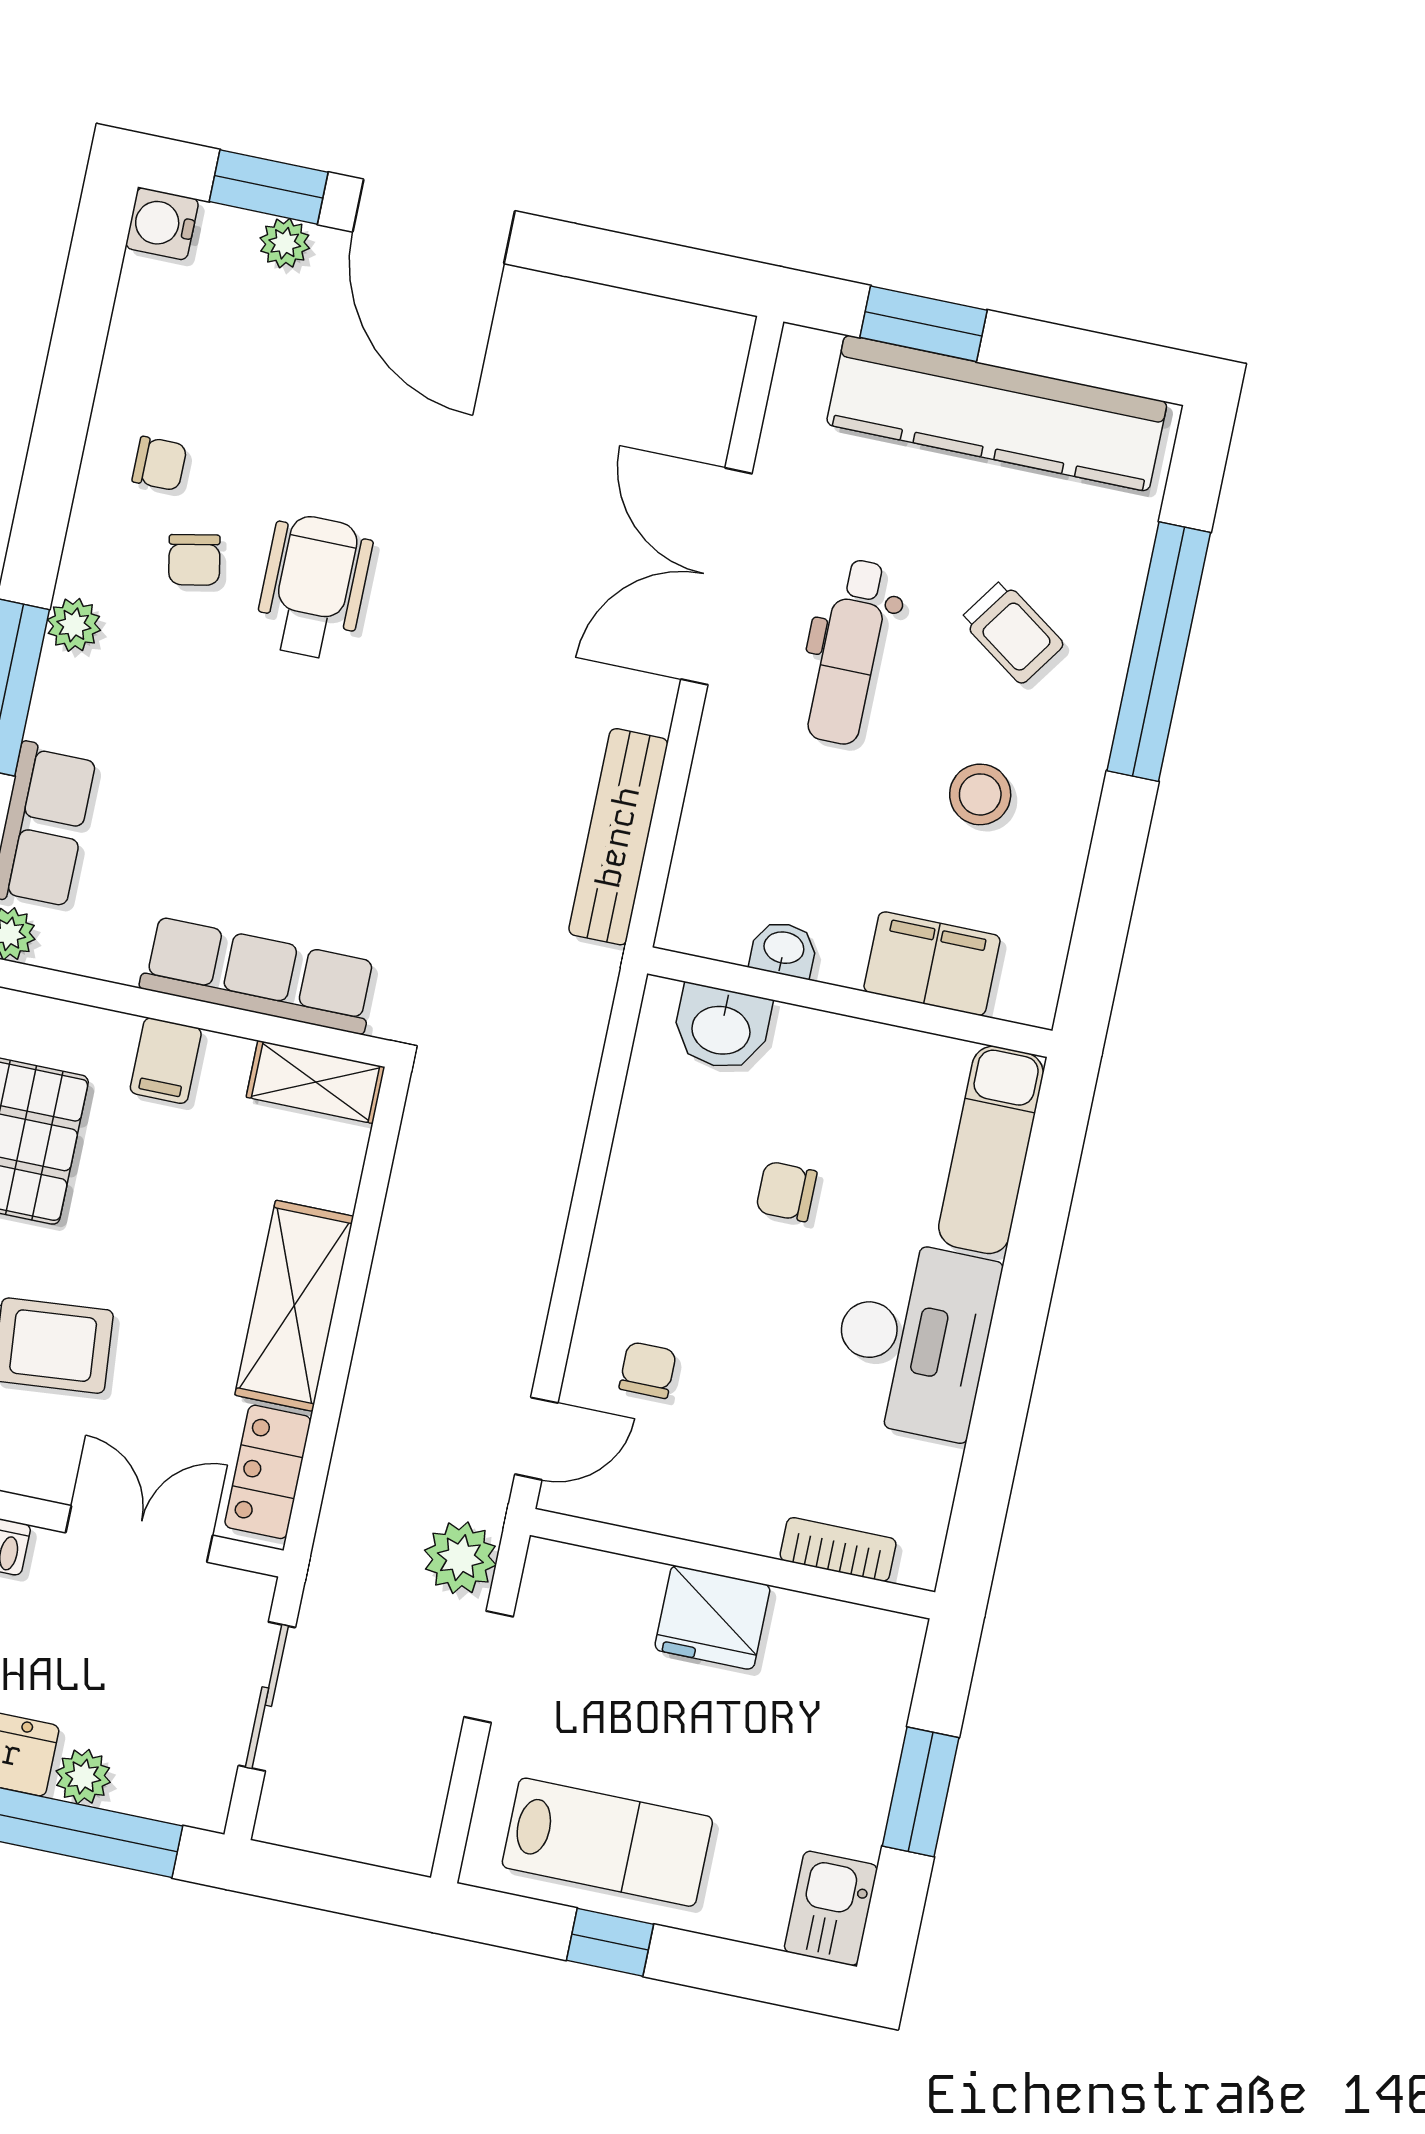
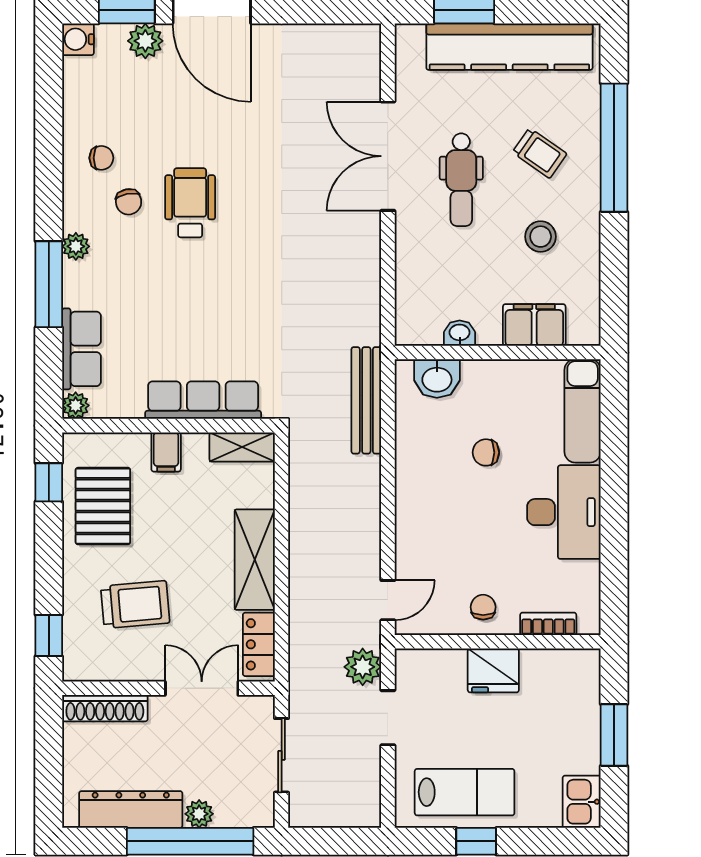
plant: (285, 243) -> (145, 41), width x1.38, depth x1.38
bench: (618, 837) -> (366, 400), moved
chair: (648, 1370) -> (483, 607), moved

